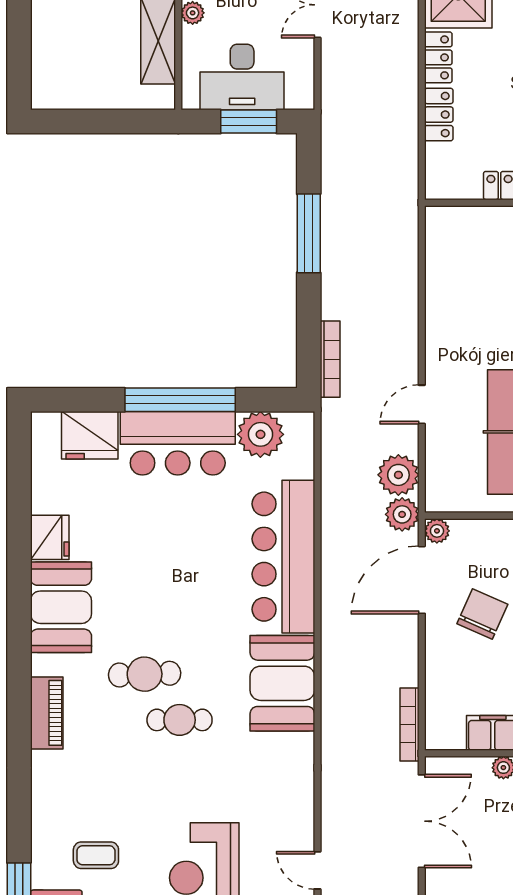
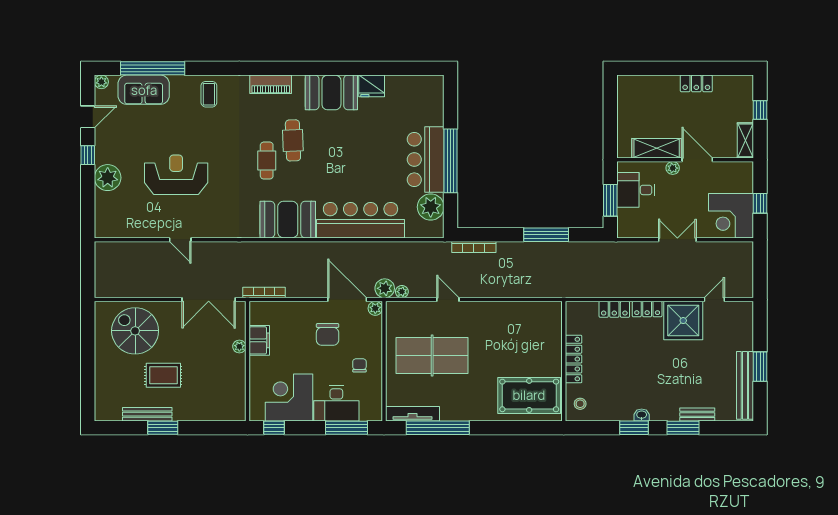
desk: (242, 77) -> (636, 190), width x0.73
fridge: (90, 435) -> (430, 109), removed
plant: (398, 475) -> (402, 292), width x0.53, depth x0.53
chair: (482, 614) -> (328, 334), turned 66
coffee table: (96, 855) -> (209, 94), moved
door: (317, 870) -> (180, 240), swing flipped

